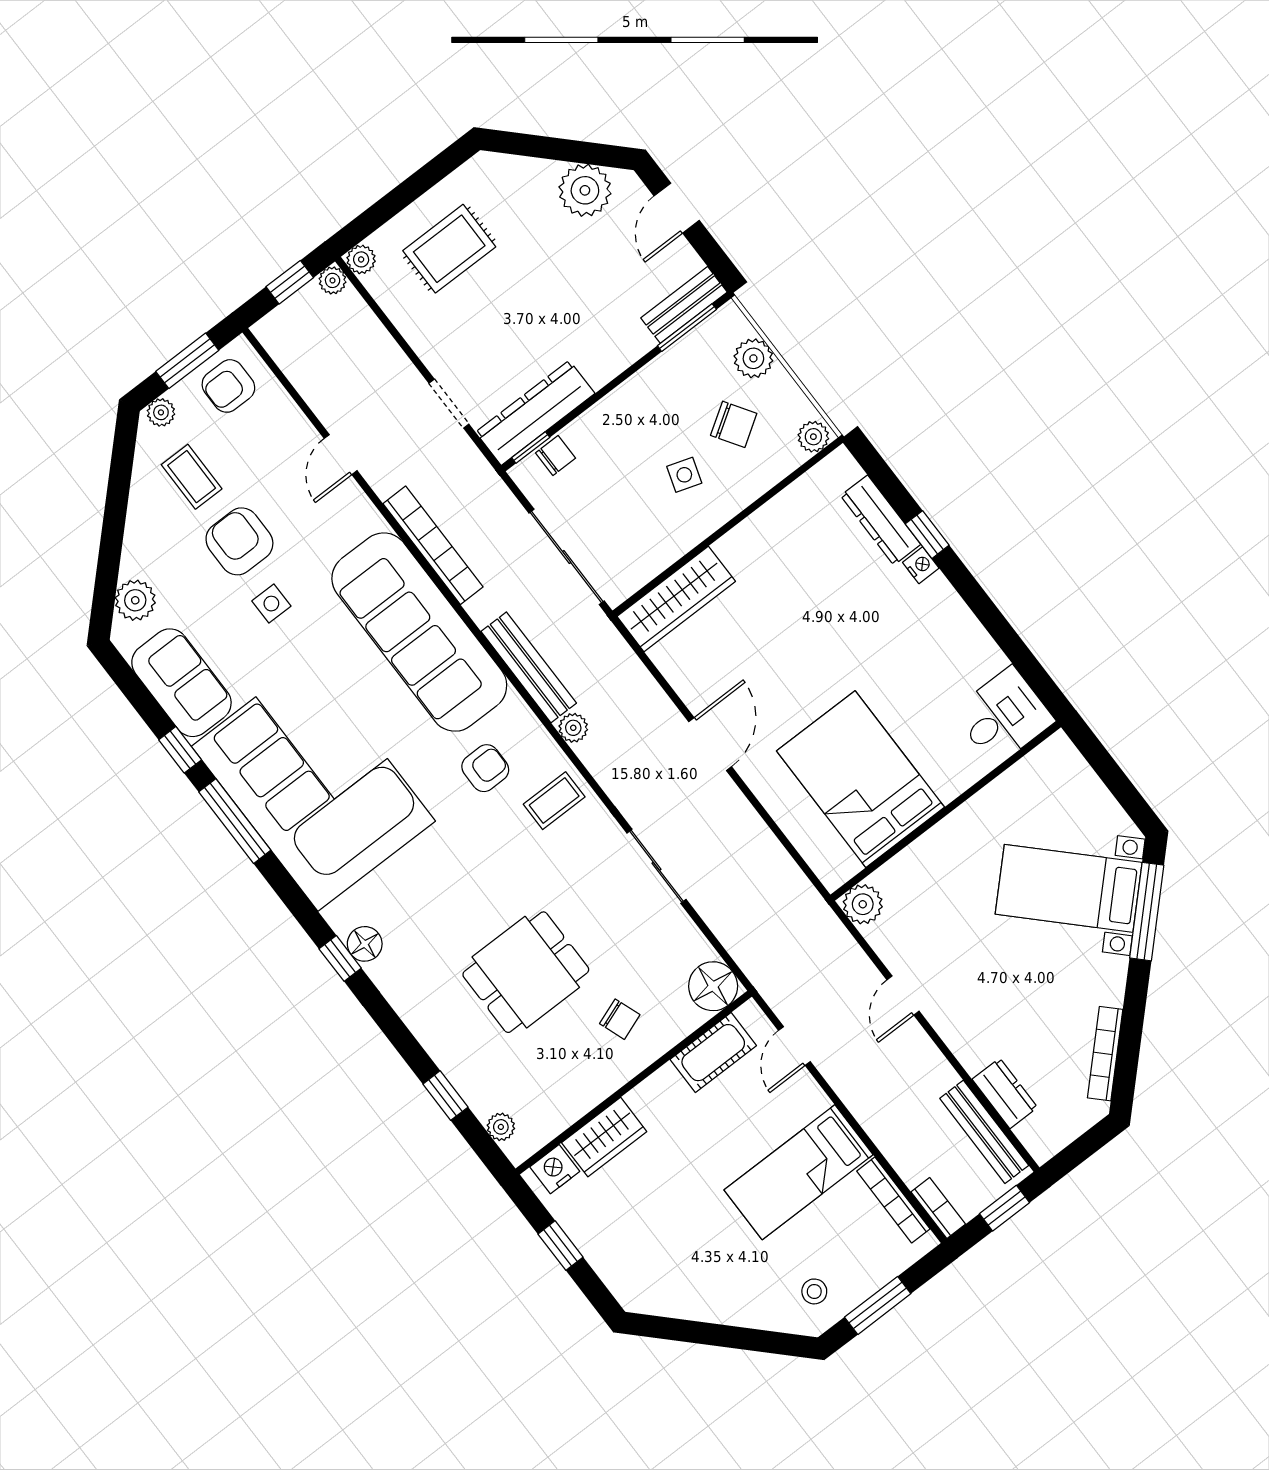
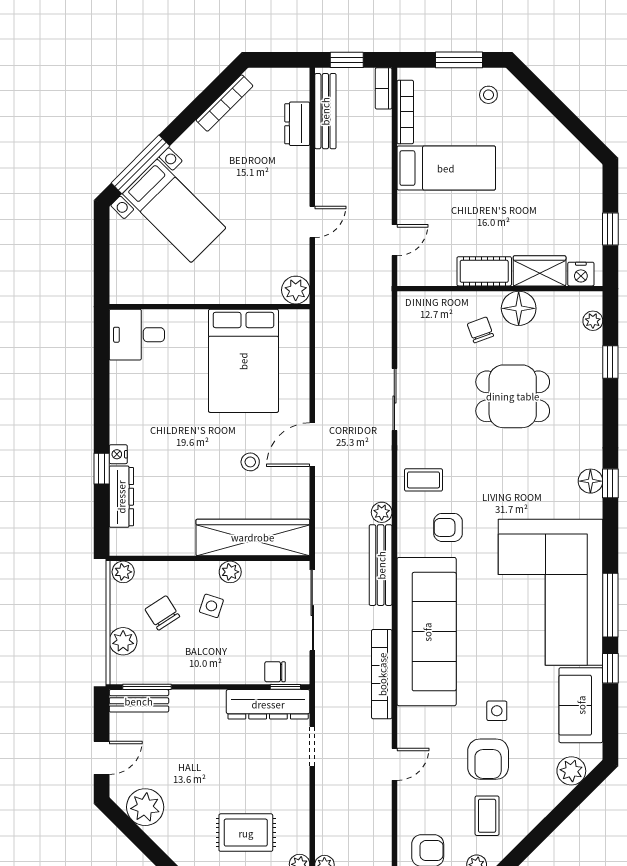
plant: (693, 529) -> (230, 572), added
wardrobe: (676, 599) -> (253, 537), width x1.40, depth x1.17
stool: (765, 671) -> (250, 462), added
floor lamp: (713, 986) -> (519, 308), moved
cot: (713, 1053) -> (484, 271), moved

